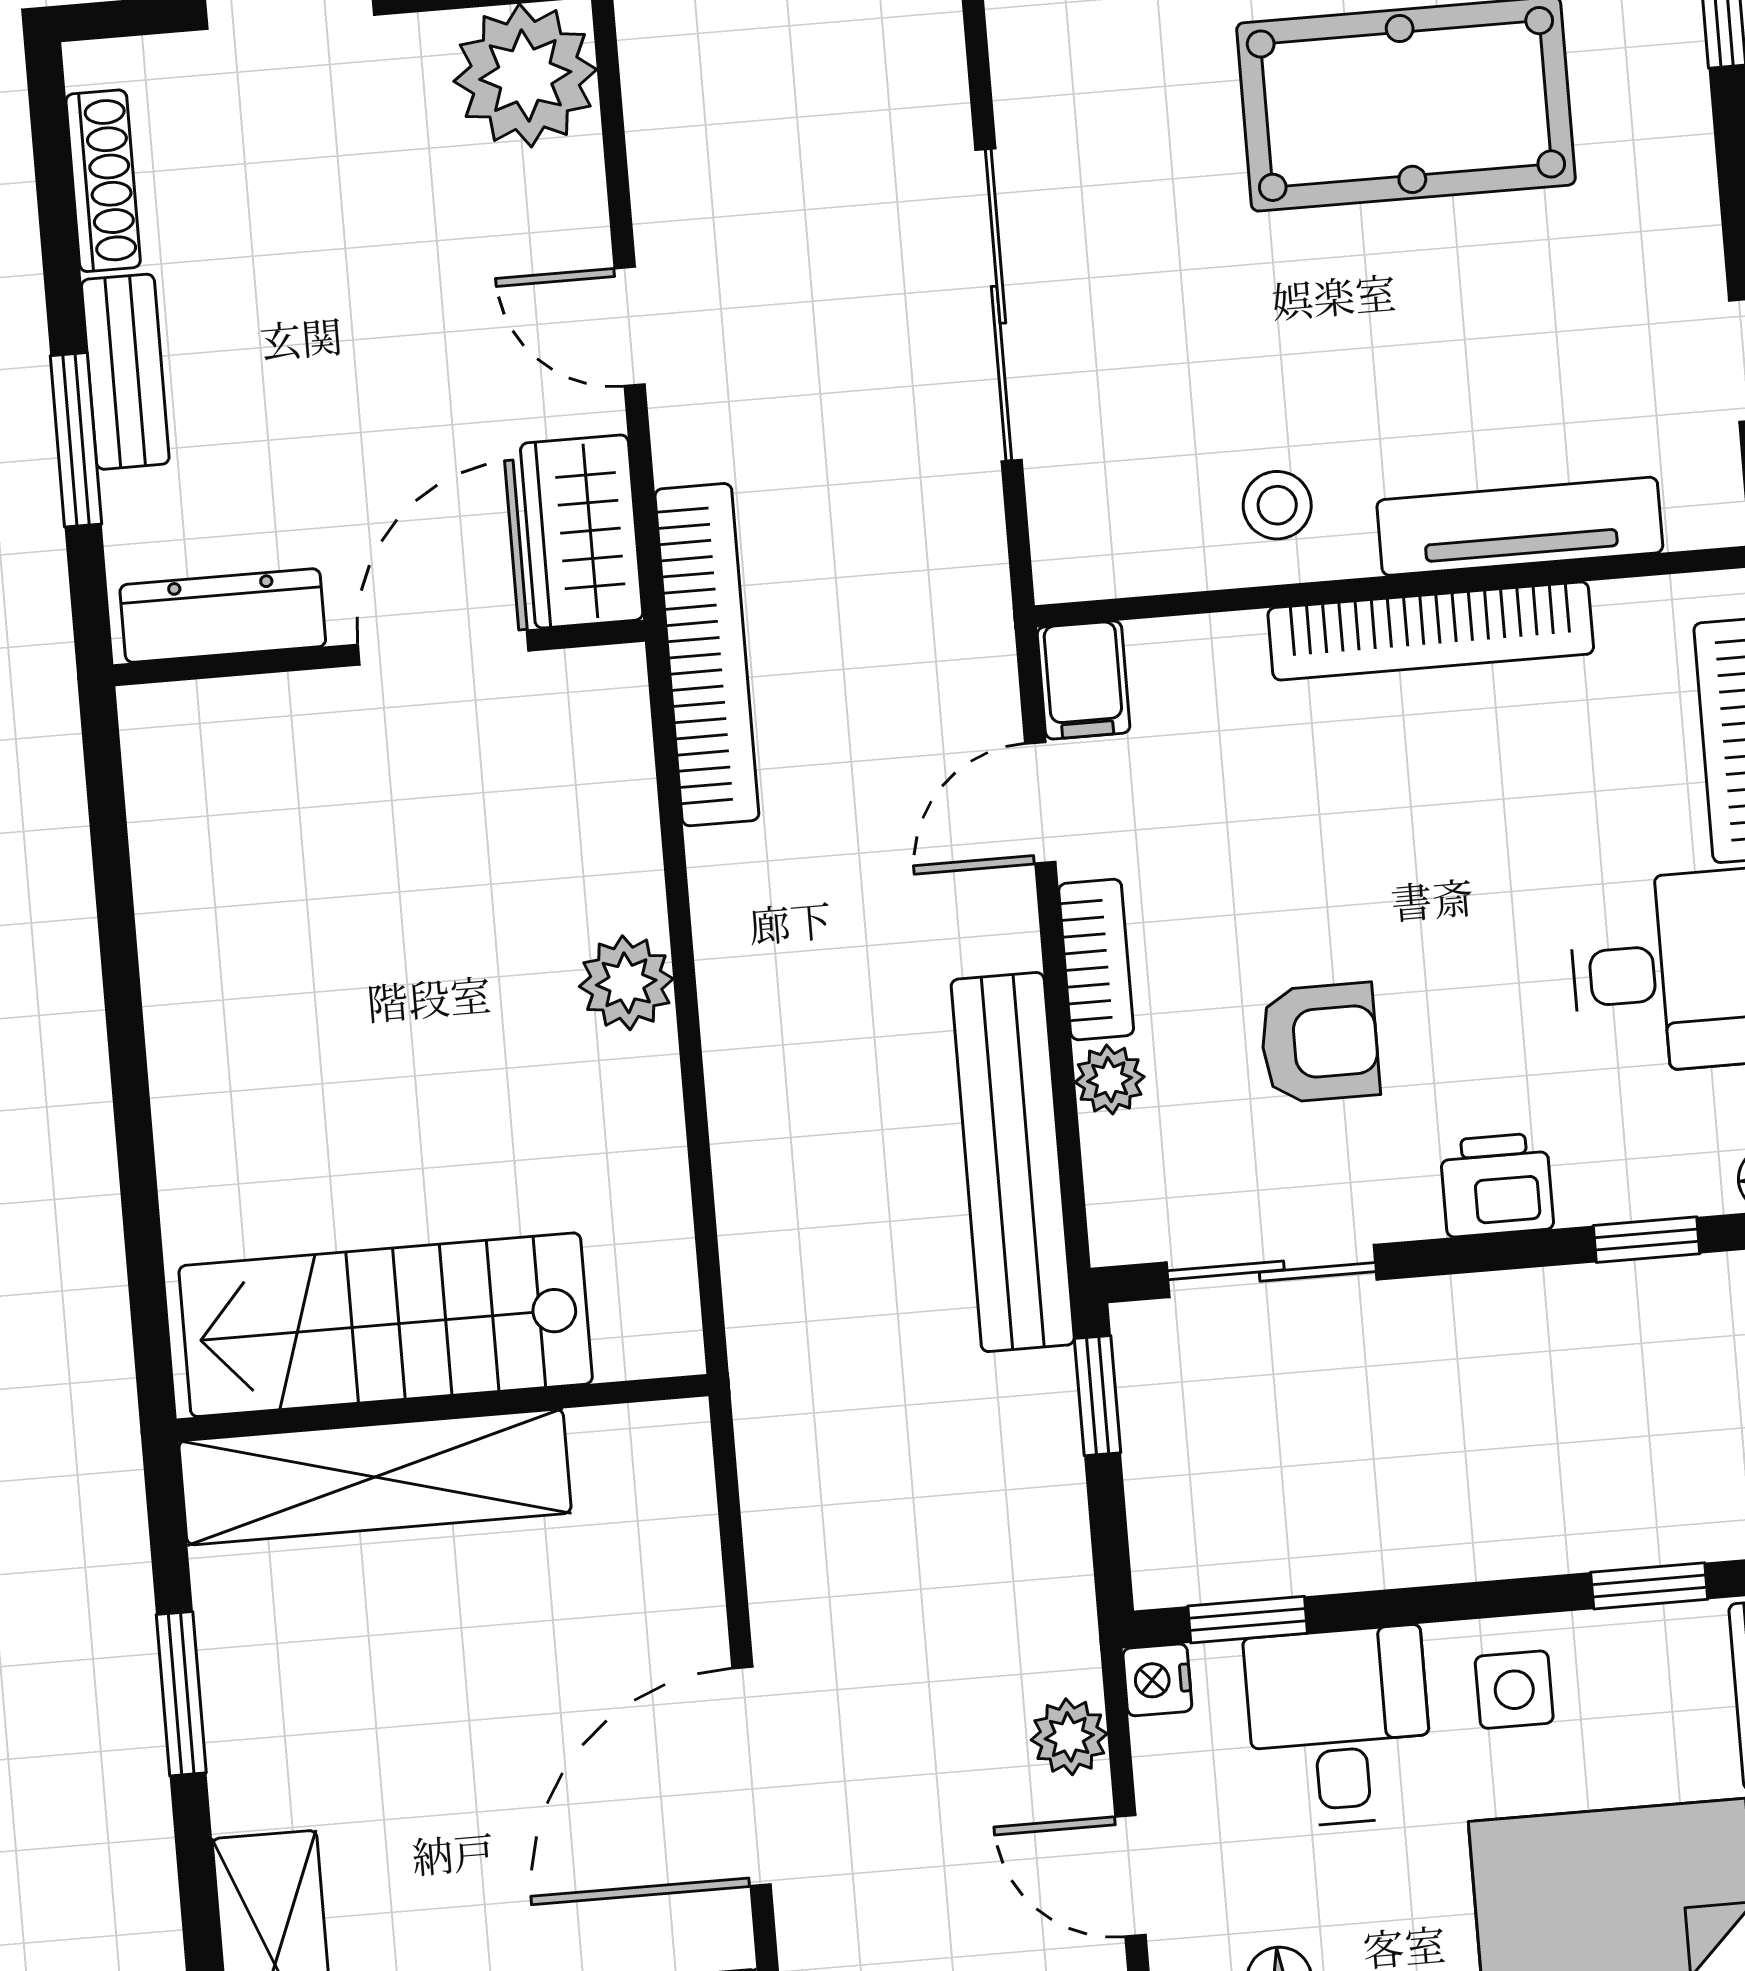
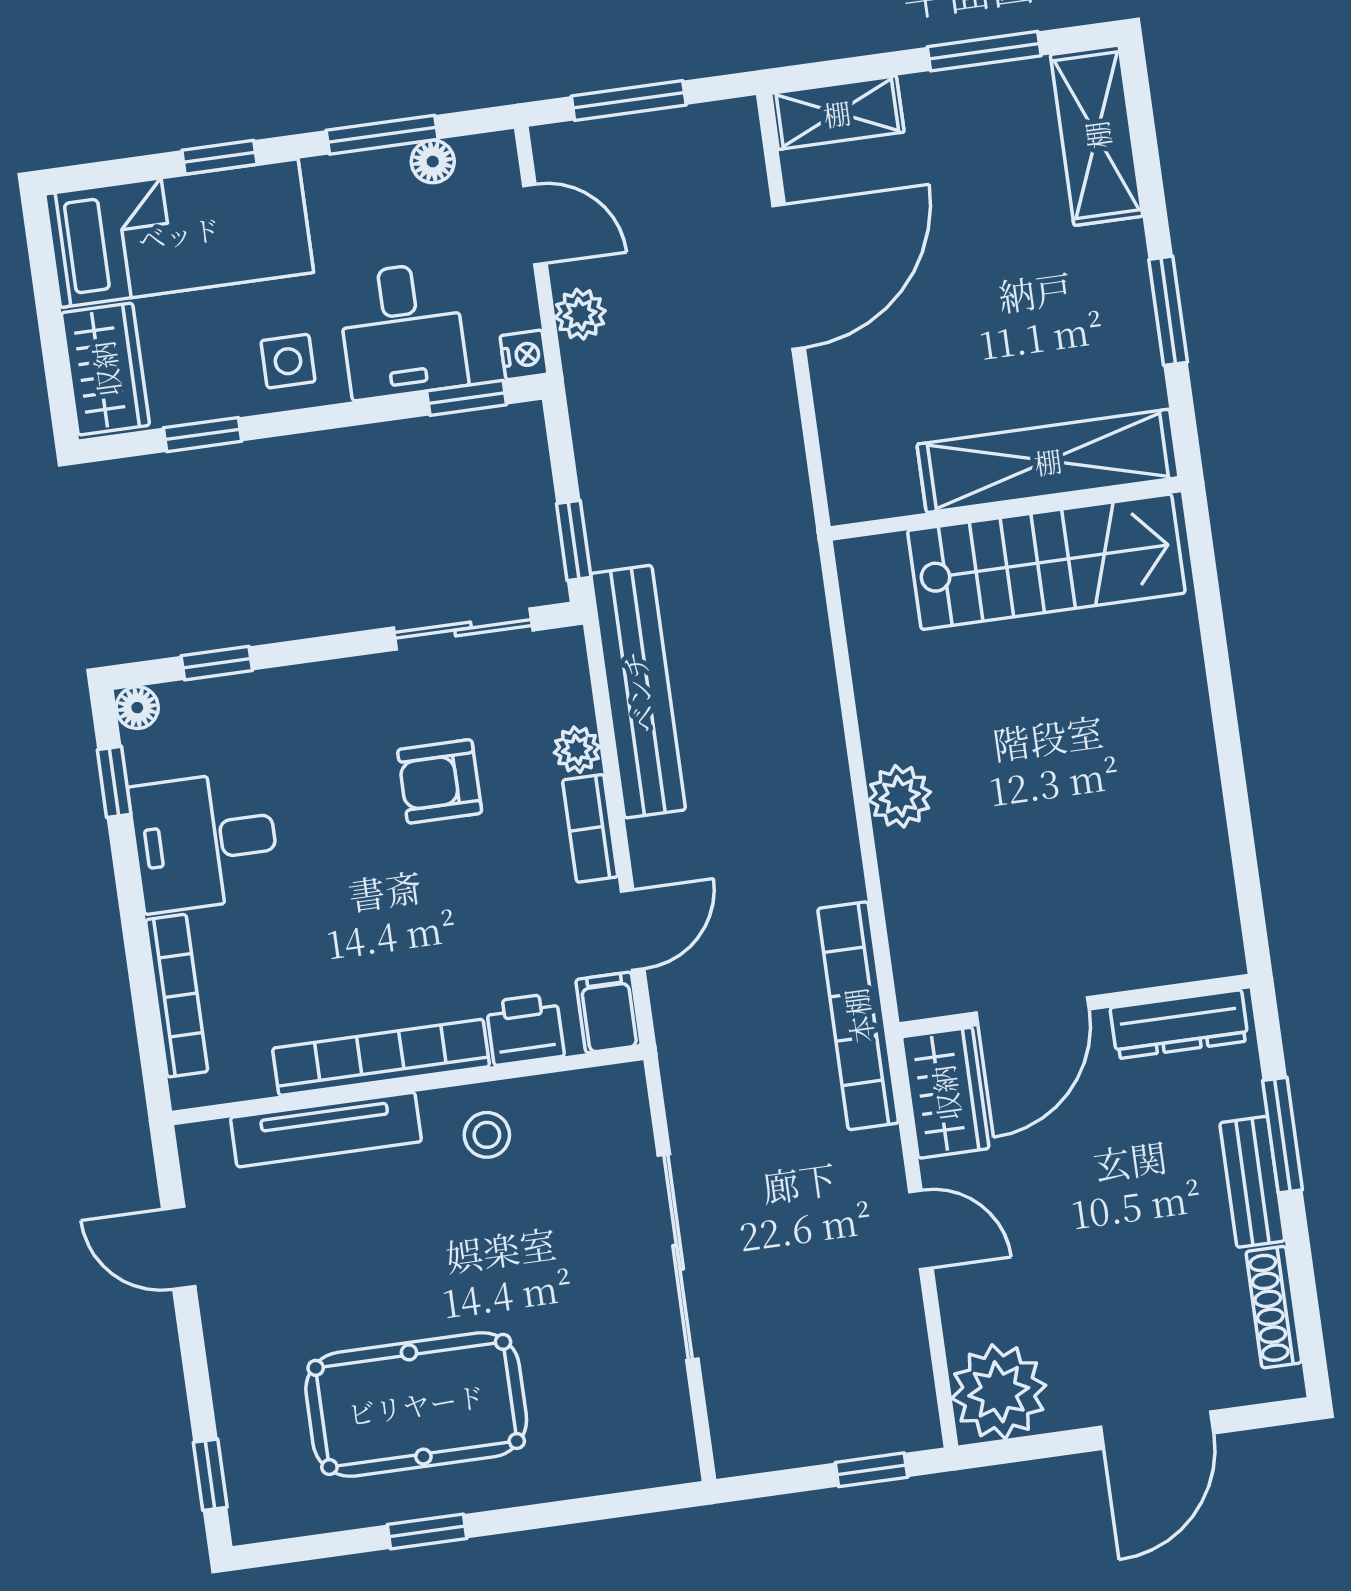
printer: (1497, 1185) -> (525, 1029), moved, turned 180

